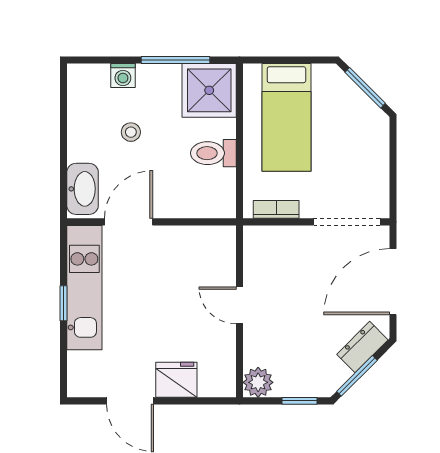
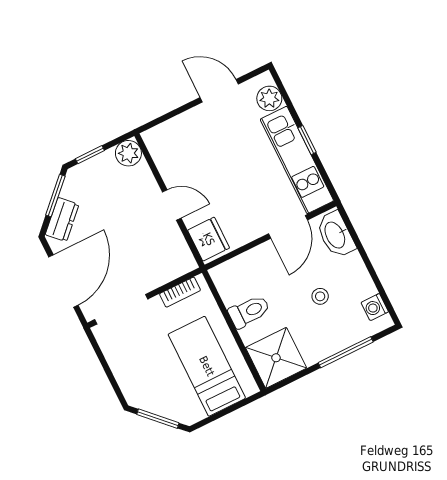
window: (176, 60) -> (346, 352), moved
washing machine: (123, 76) -> (375, 307), moved, turned -90
plant: (81, 367) -> (269, 98), added
fridge: (176, 380) -> (209, 239), moved, turned -90

